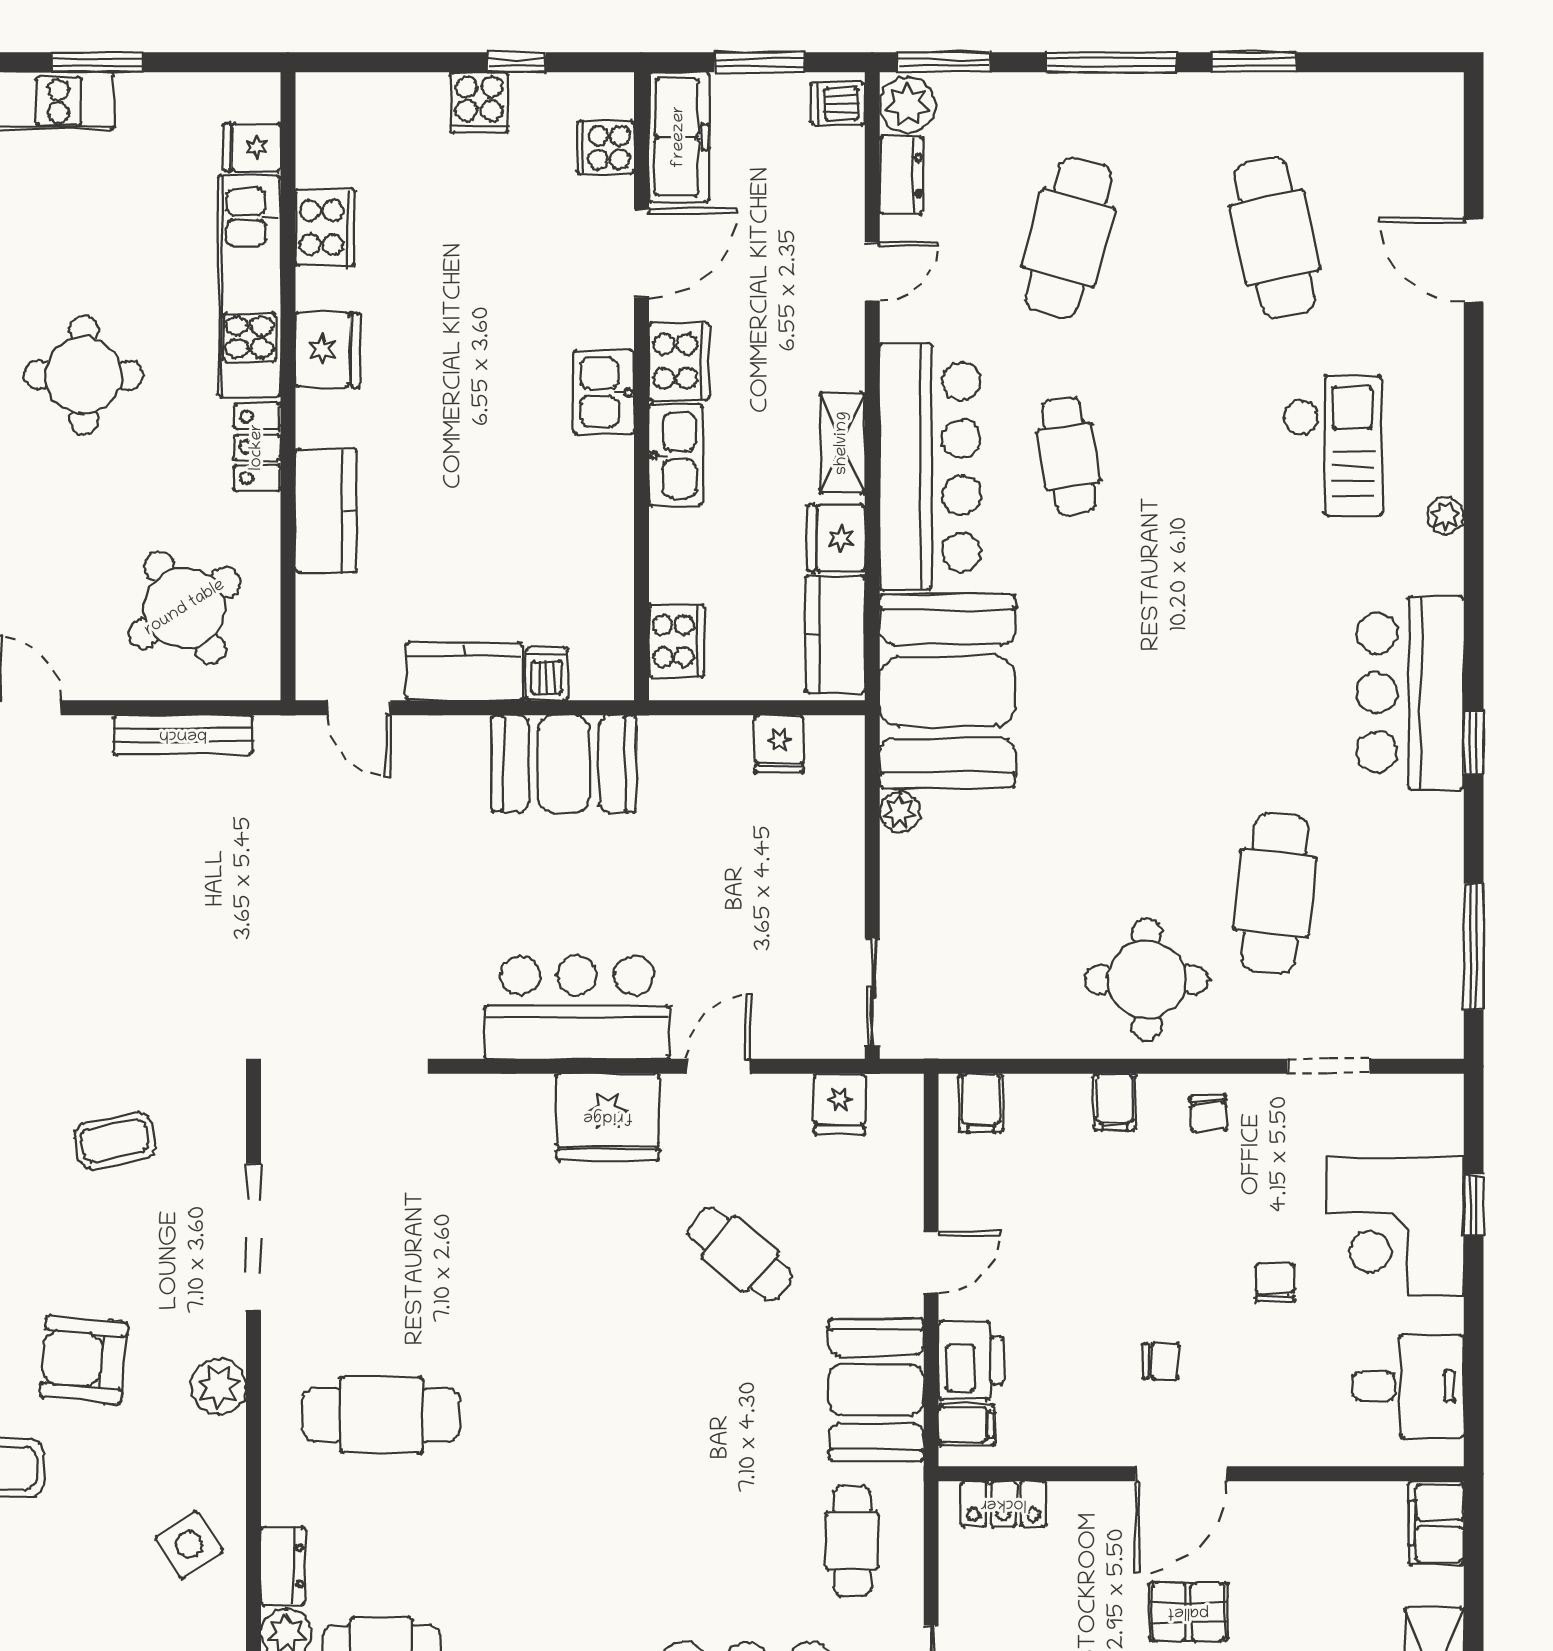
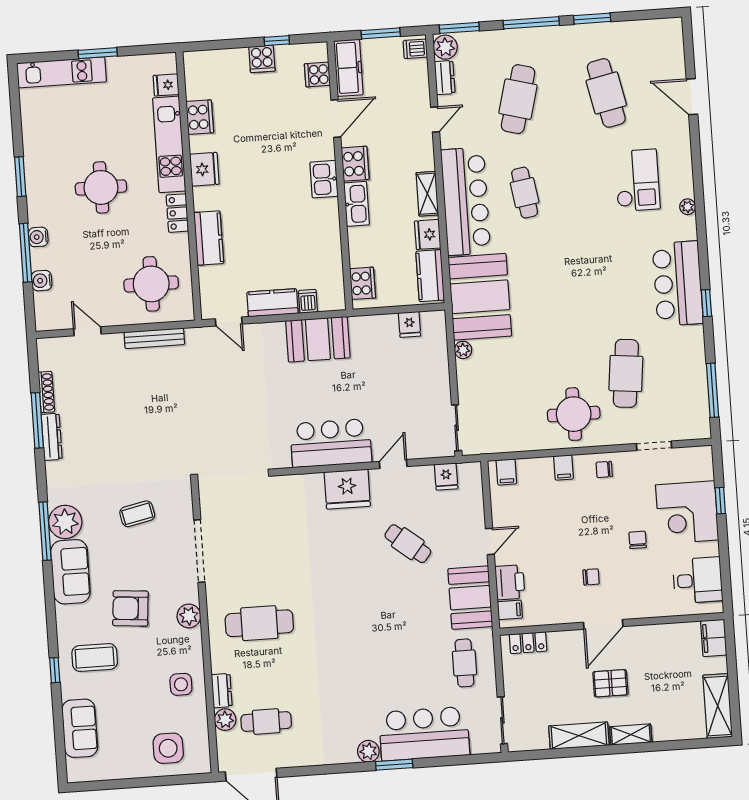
round table: (185, 608) -> (151, 284), turned 32
chair: (1209, 1113) -> (604, 469), turned 94
side table: (189, 1544) -> (181, 684), turned 33

